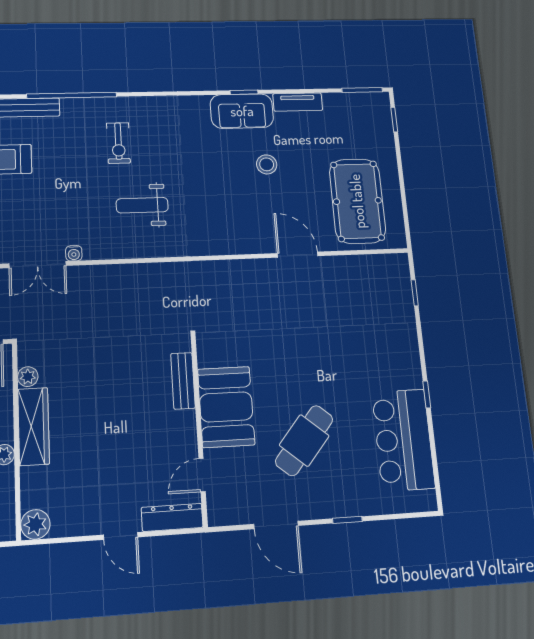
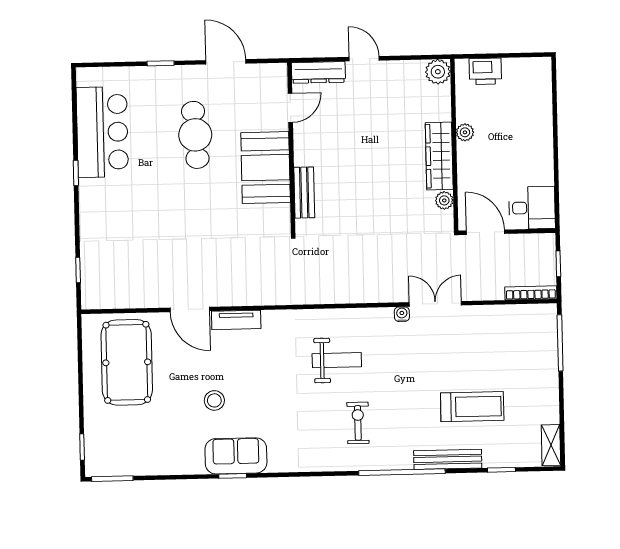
tv unit: (298, 102) -> (236, 320), moved, turned 180
cafe table: (304, 440) -> (195, 135), turned -44

